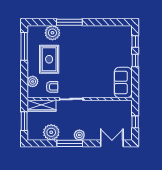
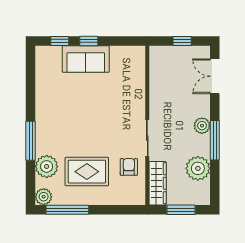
plant: (33, 81) -> (44, 197), moved
sofa: (123, 82) -> (86, 59), moved

